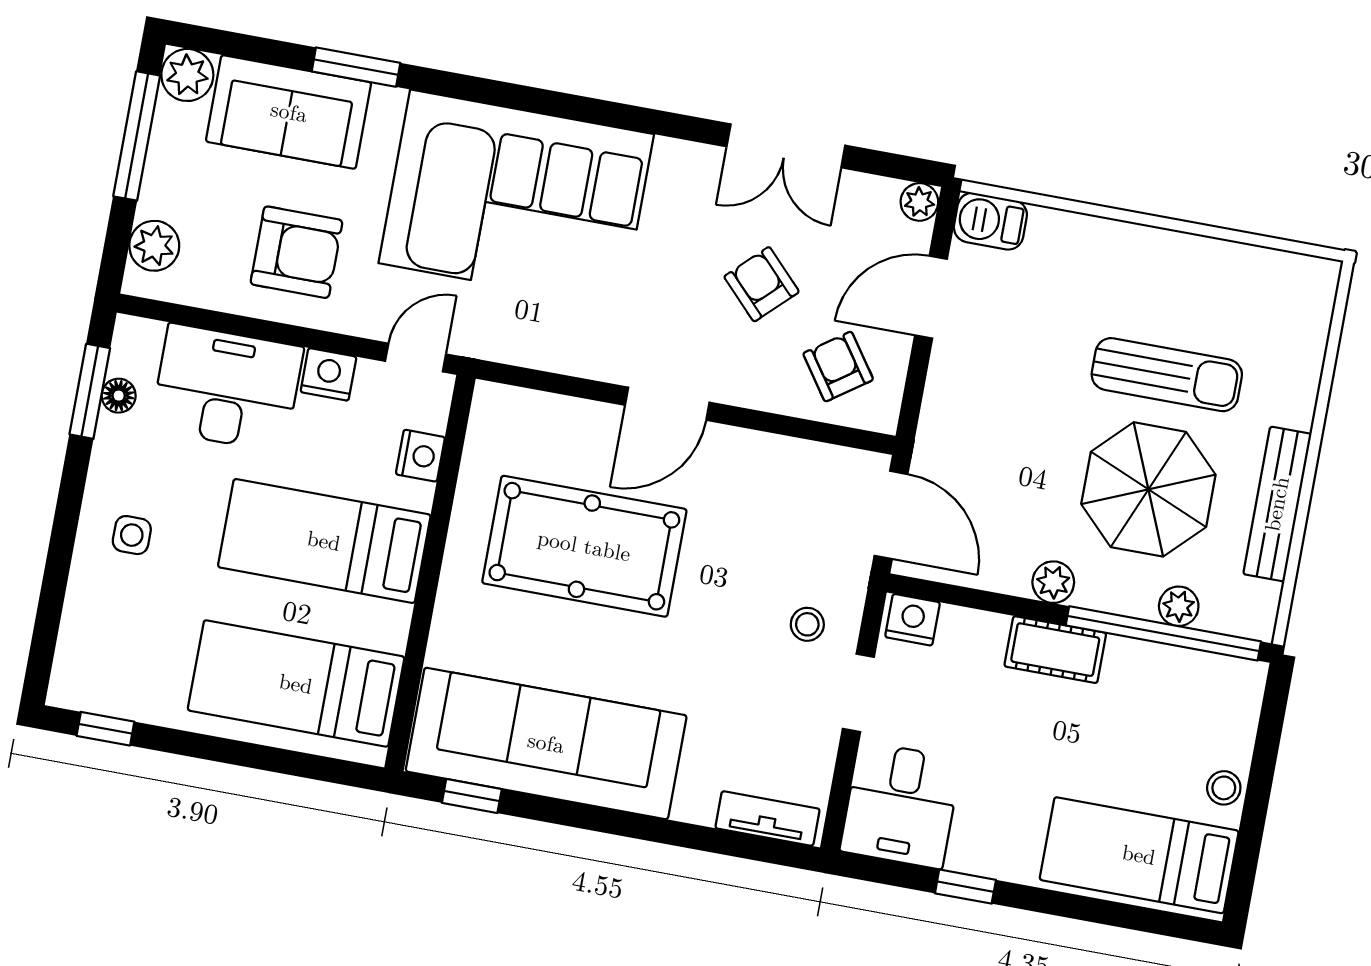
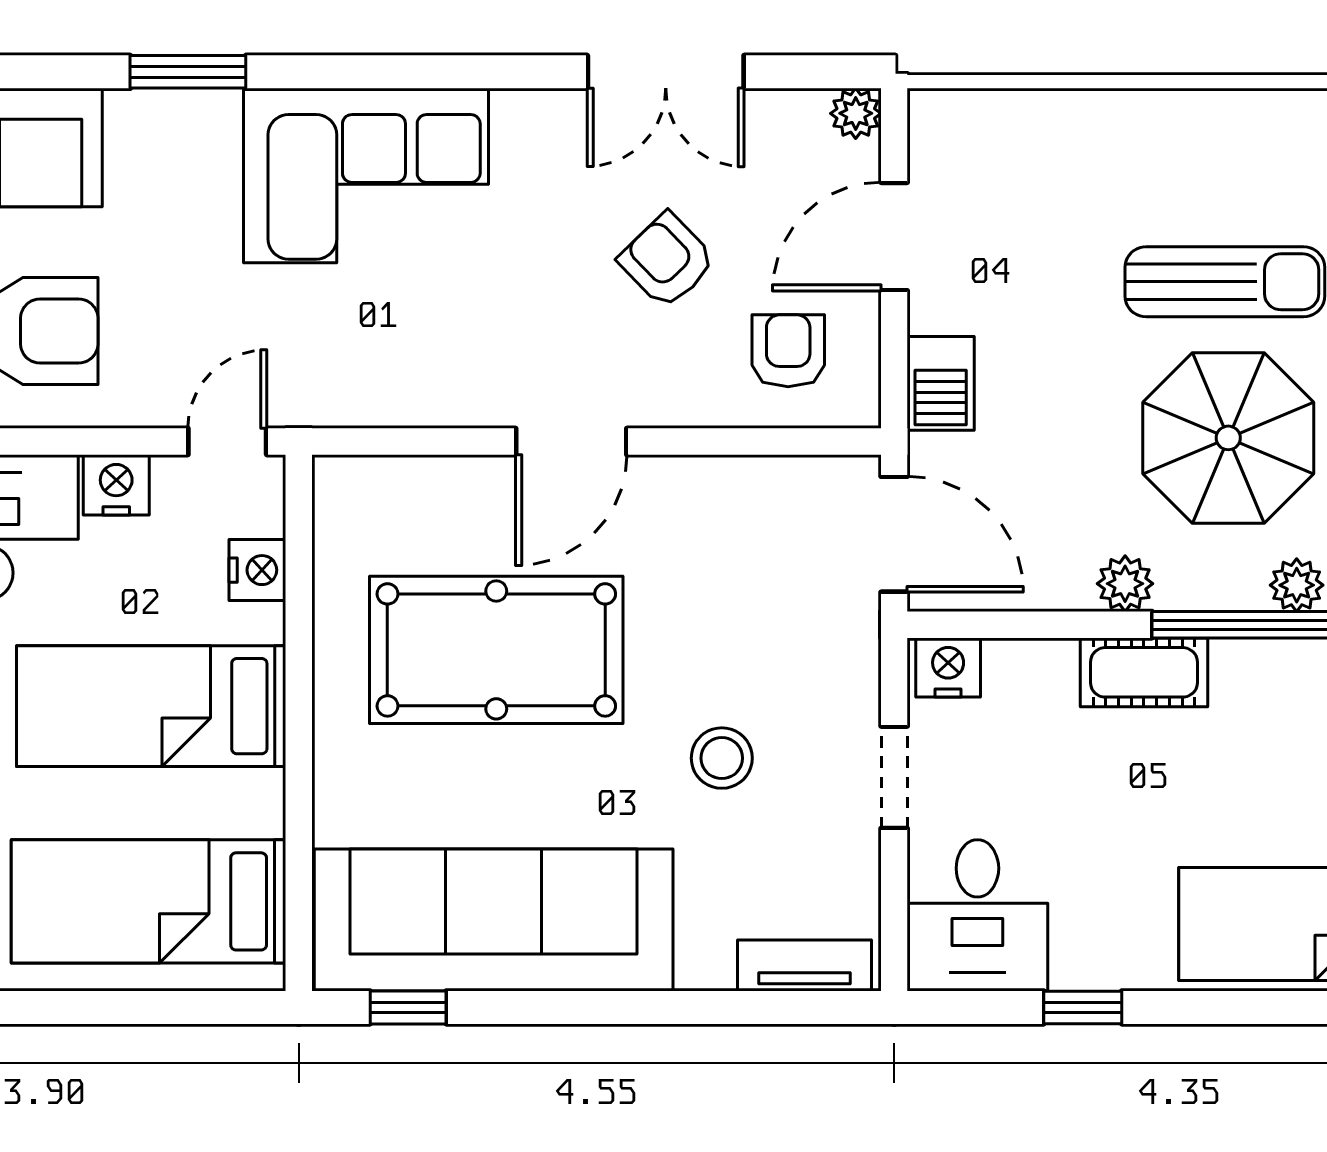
window: (356, 67) -> (188, 72), moved
corner sofa: (516, 199) -> (366, 176), width x0.73, depth x0.74
barbecue: (990, 221) -> (941, 383), moved, turned -90
armchair: (838, 367) -> (788, 351), turned 35
stool: (807, 624) -> (722, 758), moved, width x1.37, depth x1.37

